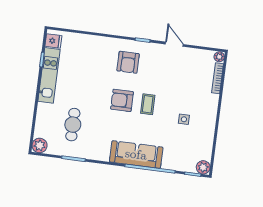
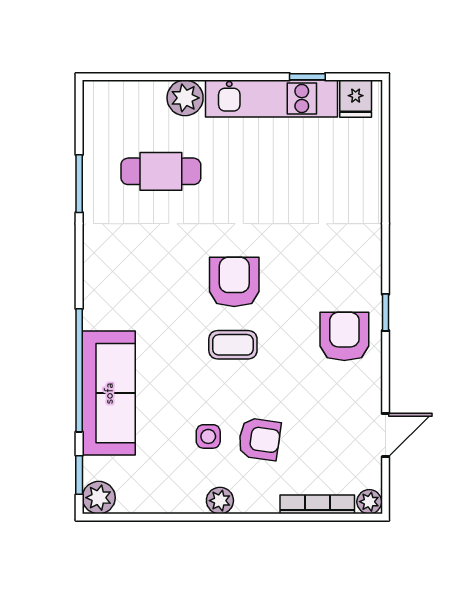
door: (174, 44) -> (386, 435), moved
armchair: (128, 62) -> (344, 336), moved, turned 90
armchair: (188, 98) -> (259, 439), added
plant: (211, 118) -> (220, 501), added
plant: (40, 145) -> (185, 98), moved
sofa: (136, 154) -> (109, 393), moved

